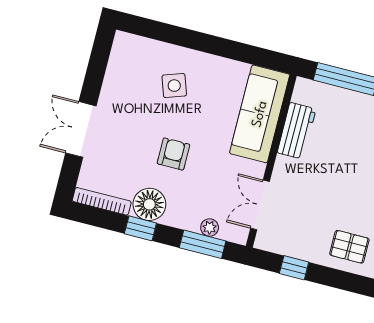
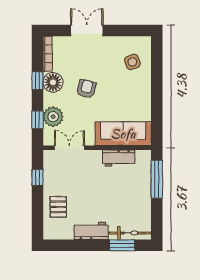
side table: (174, 86) -> (132, 62), moved
armchair: (173, 154) -> (86, 89), turned -76
plant: (210, 228) -> (53, 117), width x1.88, depth x1.88
window: (203, 244) -> (37, 120), width x0.67

